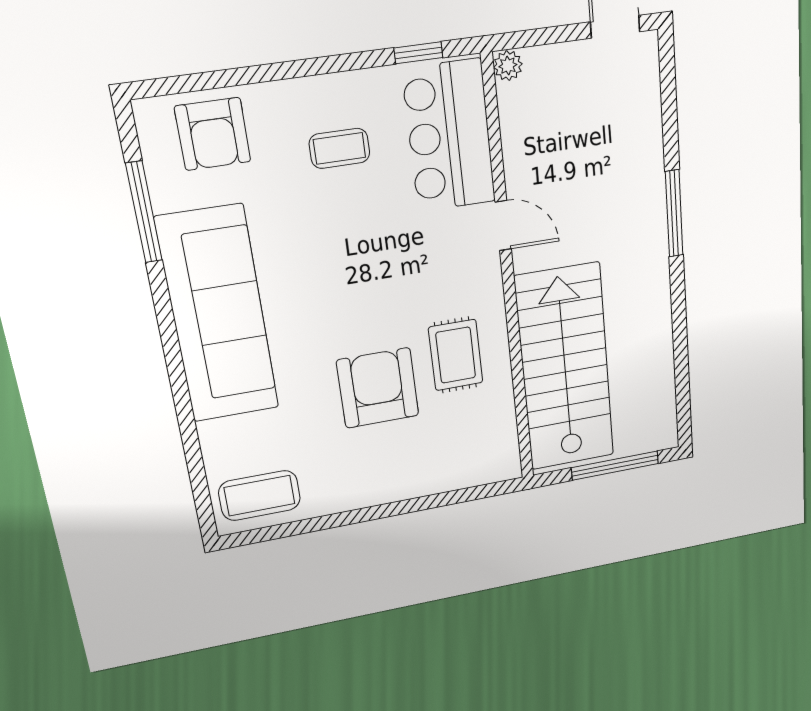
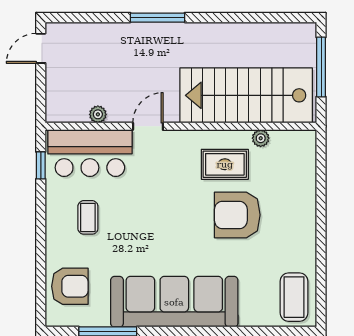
plant: (508, 66) -> (98, 114), moved
plant: (502, 401) -> (261, 138), added

